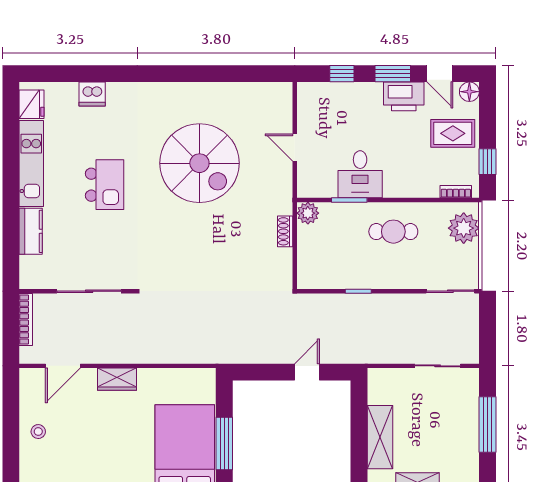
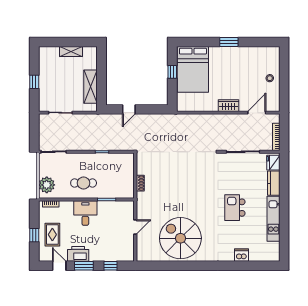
floor lamp: (469, 92) -> (44, 256), removed
fridge: (31, 104) -> (273, 163), moved
rug: (453, 133) -> (52, 235), turned 90
door: (295, 148) -> (135, 227), hinge flipped
window: (487, 162) -> (34, 235), moved
spiral stairs: (199, 163) -> (180, 238), moved
desk: (360, 174) -> (85, 213), moved
plant: (308, 213) -> (128, 193), removed
window: (487, 424) -> (34, 82), width x0.46
shelving: (380, 437) -> (91, 87), moved
window: (224, 443) -> (172, 72), width x0.46

